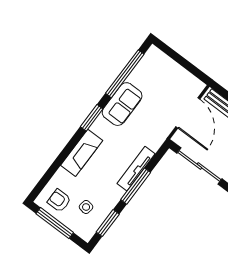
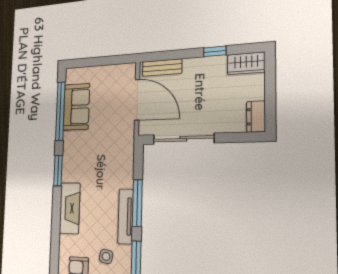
sofa: (122, 104) -> (76, 107), moved
tv unit: (136, 169) -> (126, 216), moved

